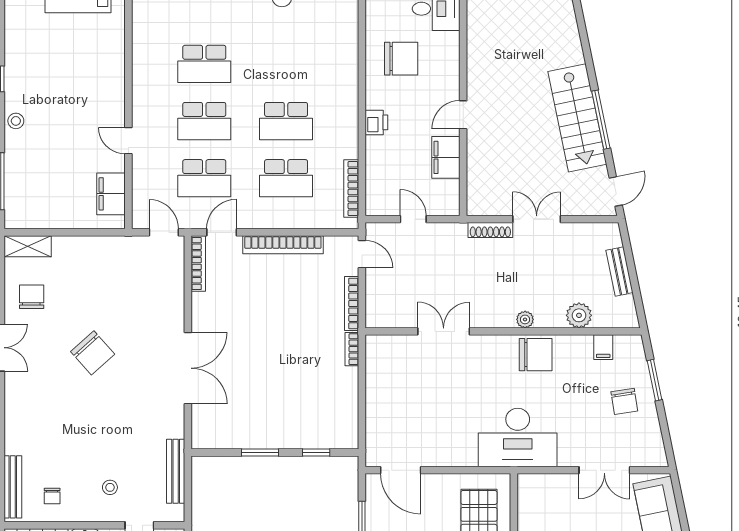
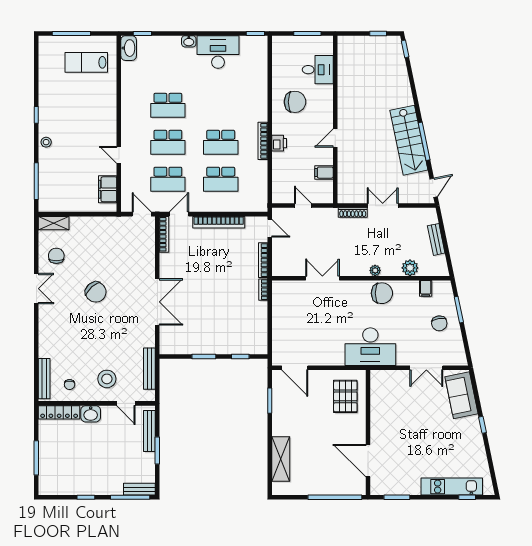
filing cabinet: (446, 157) -> (324, 173), width x0.50
bookcase: (351, 189) -> (263, 141), moved
stool: (110, 487) -> (107, 379), width x1.89, depth x1.89

